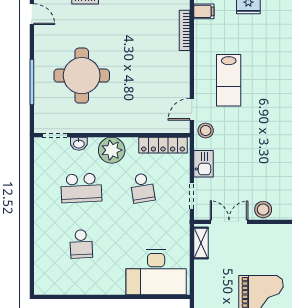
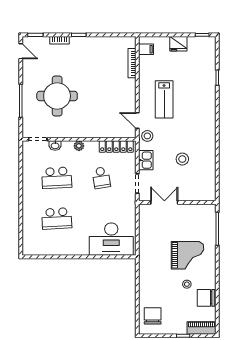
door: (192, 109) -> (137, 120), hinge flipped
plant: (112, 150) -> (79, 146), width x0.53, depth x0.53
stool: (263, 210) -> (182, 159), moved
shelving: (201, 243) -> (144, 218), removed
school desk: (81, 244) -> (57, 218), width x1.85

